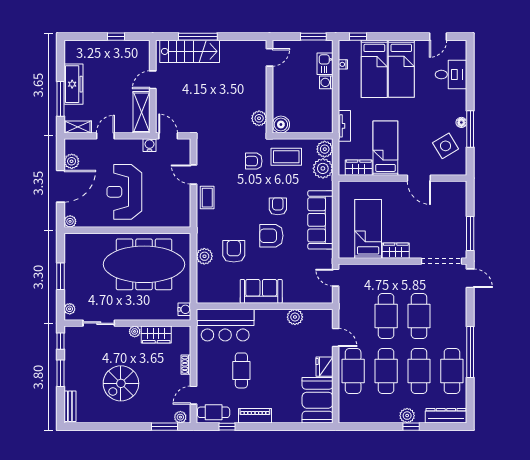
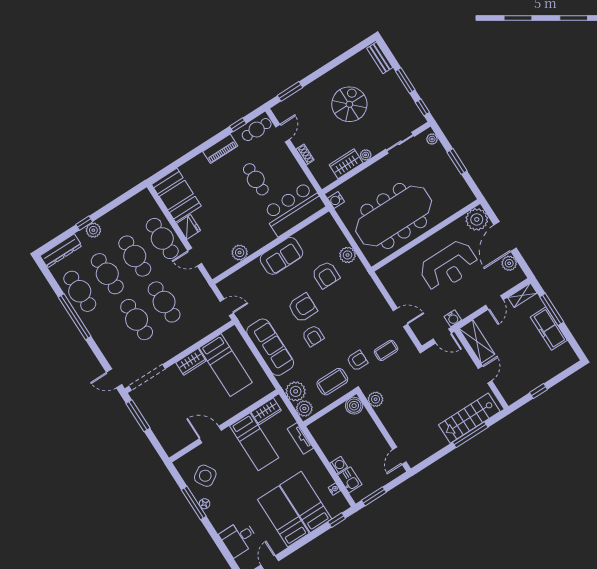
reception desk: (124, 192) -> (449, 266), turned 90
coffee table: (207, 198) -> (386, 350), moved, turned 90
plant: (70, 221) -> (477, 219), width x1.88, depth x1.88
plant: (180, 417) -> (282, 108), removed

